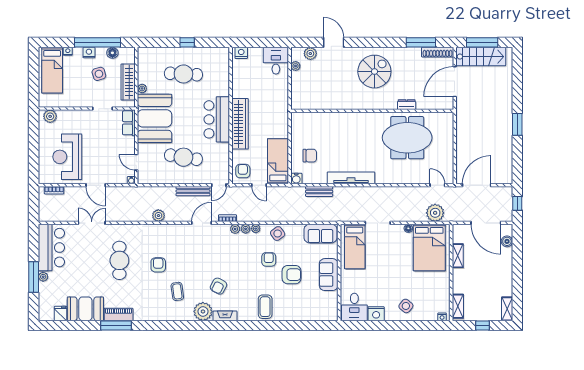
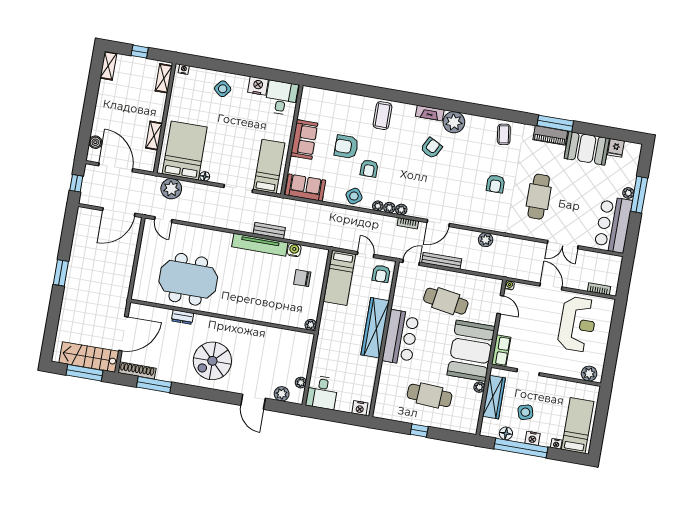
plant: (296, 117) -> (311, 325), added
water cooler: (296, 179) -> (294, 250), moved
bench: (319, 191) -> (269, 231), moved
coffee table: (177, 291) -> (504, 134), moved

